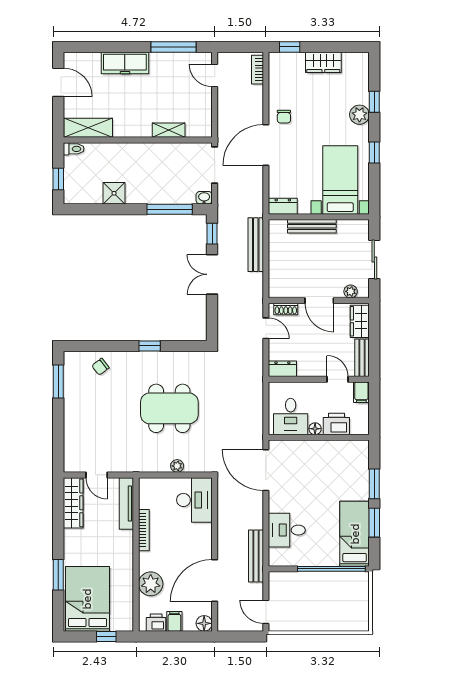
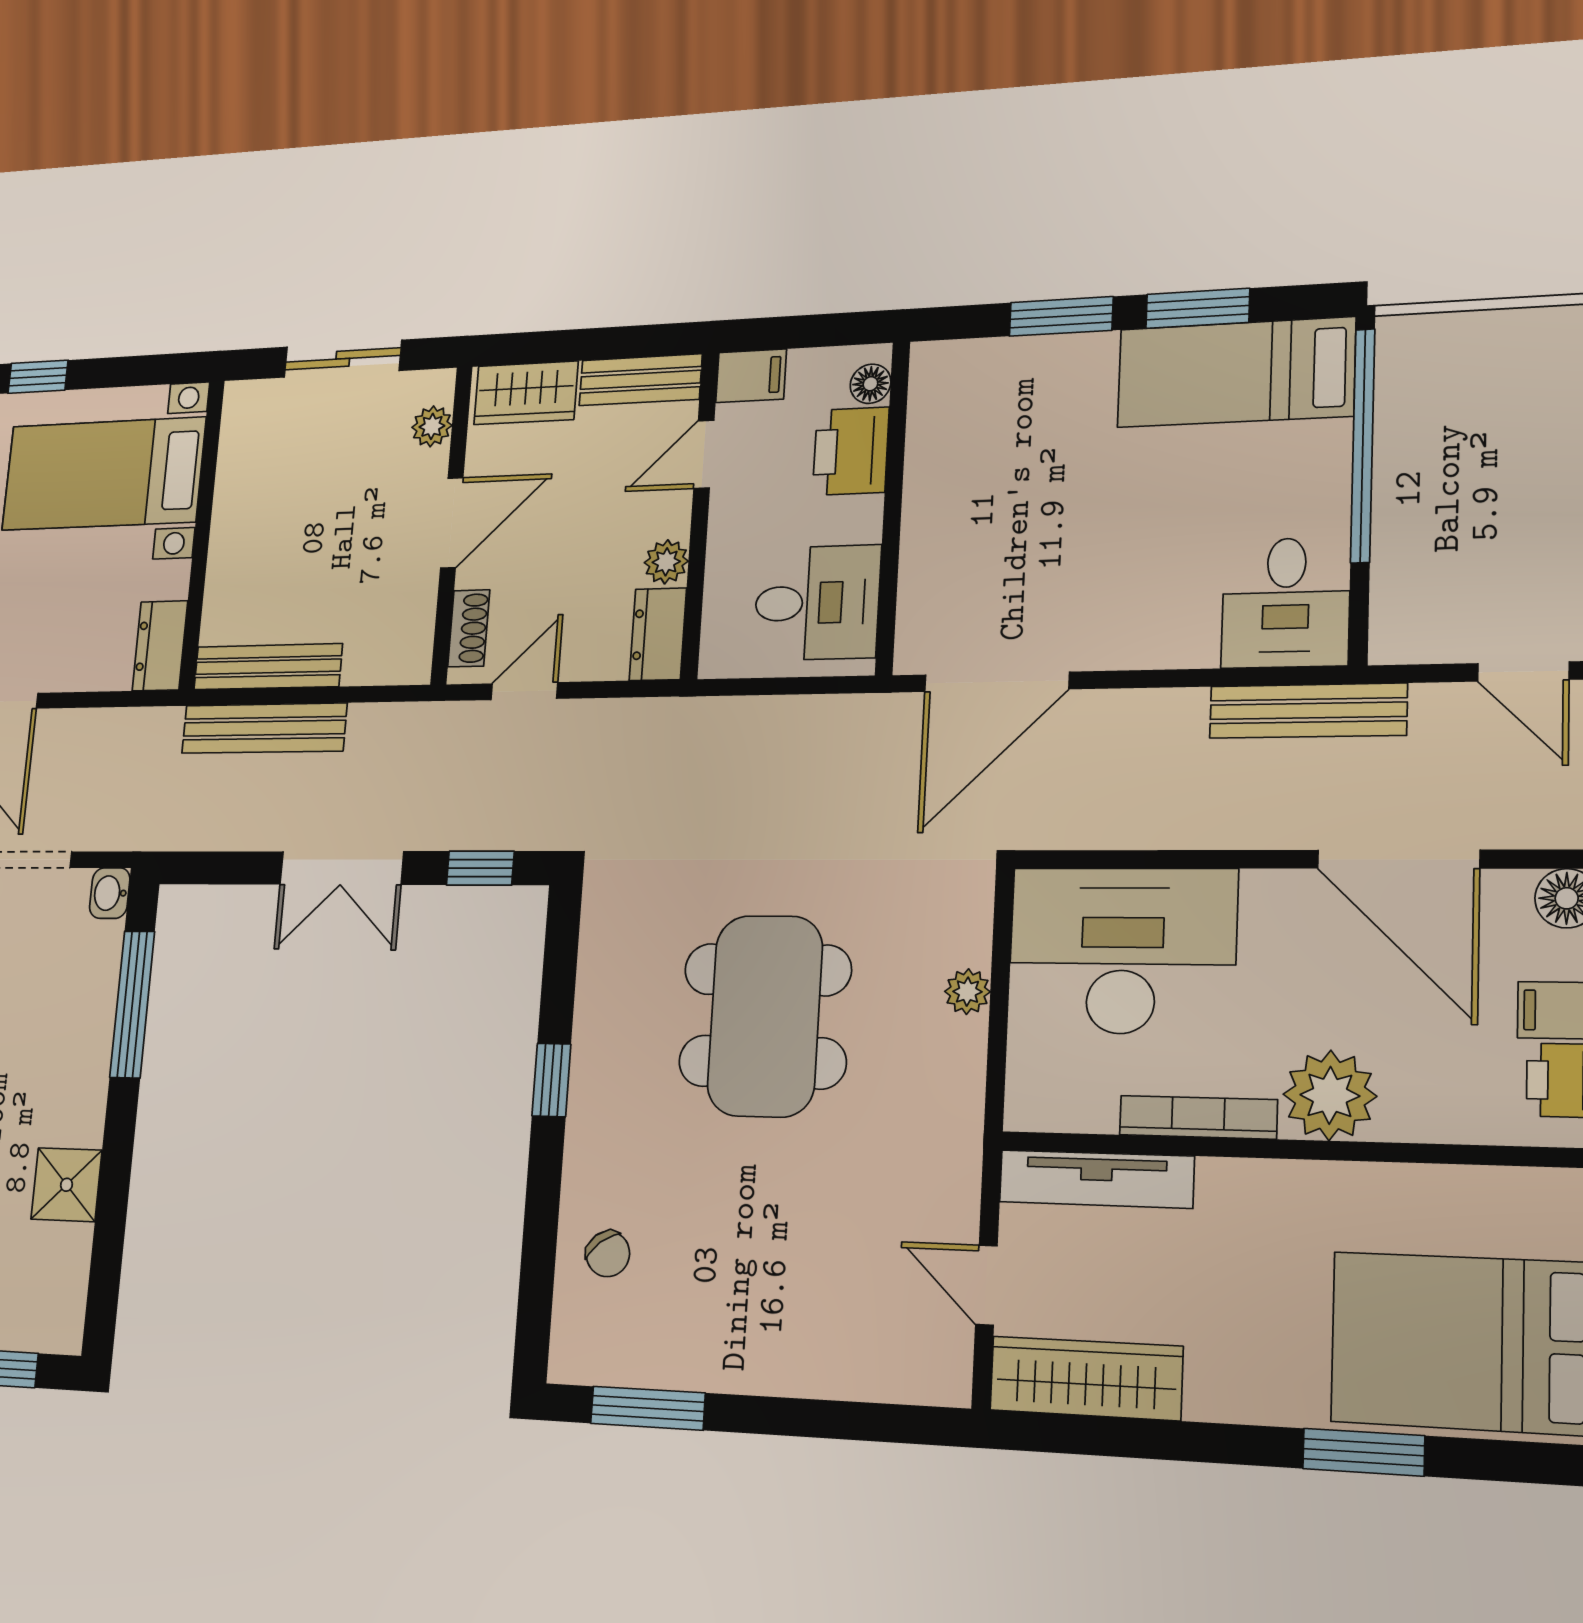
bench: (312, 226) -> (268, 667), moved, turned 90
window: (212, 234) -> (480, 868), moved
plant: (305, 370) -> (666, 562), added
floor lamp: (315, 429) -> (870, 384), moved
door: (97, 475) -> (986, 1285), swing flipped
desk: (194, 500) -> (1122, 951), width x1.36, depth x1.30
desk: (287, 530) -> (1286, 603), moved
plant: (151, 584) -> (1330, 1095), moved
door: (266, 612) -> (1523, 671), hinge flipped

